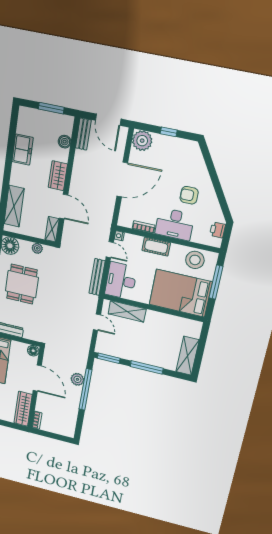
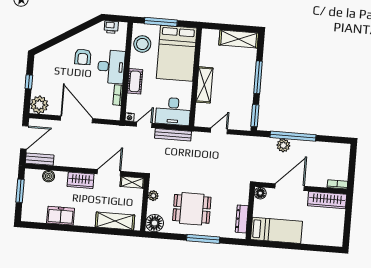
shelving: (127, 311) -> (204, 85), moved

